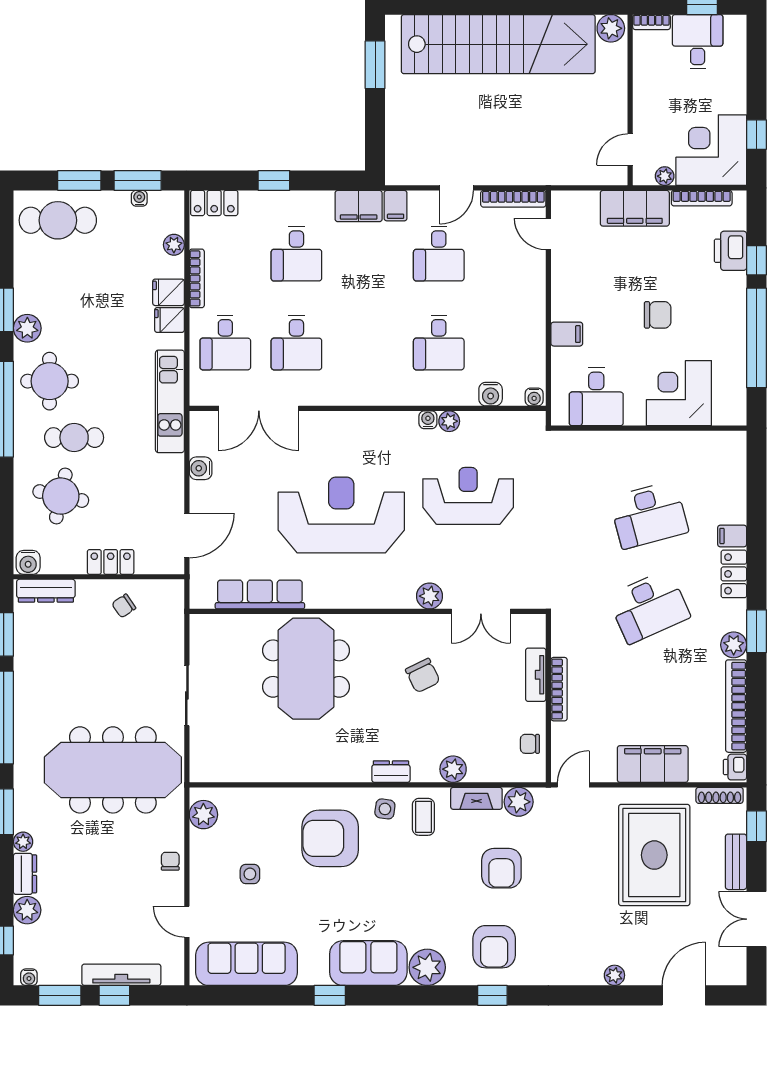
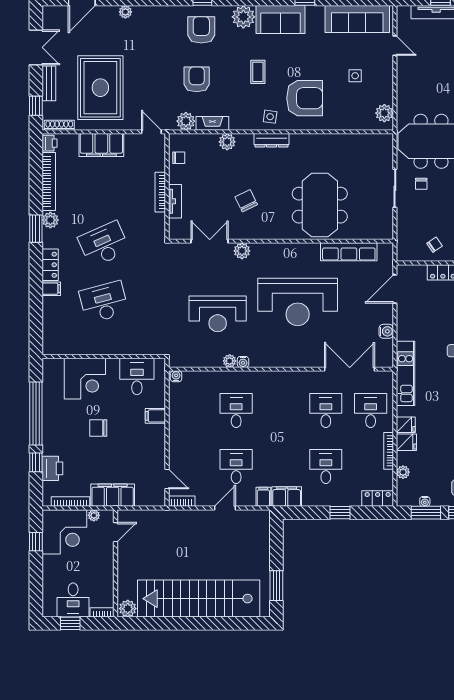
bookcase: (513, 199) -> (182, 501), width x0.64
water cooler: (491, 394) -> (204, 378), removed
dresser: (391, 772) -> (272, 140), width x1.44
door: (573, 785) -> (151, 132), swing flipped
coffee table: (423, 817) -> (258, 72), moved
chair: (170, 861) -> (421, 184), moved

